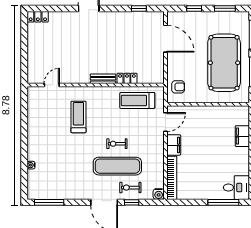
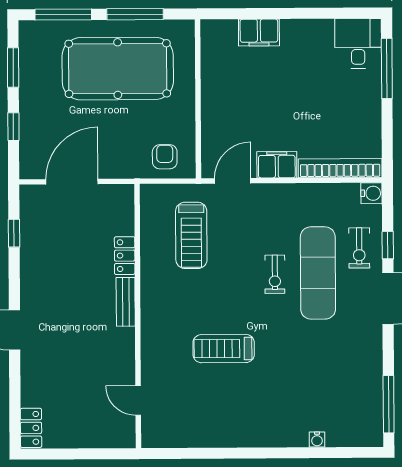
locker: (127, 78) -> (125, 256), moved
bench: (103, 79) -> (126, 302), moved
door: (52, 85) -> (138, 400), moved
wall: (96, 85) -> (138, 316), moved
door: (165, 122) -> (233, 181), hinge flipped

